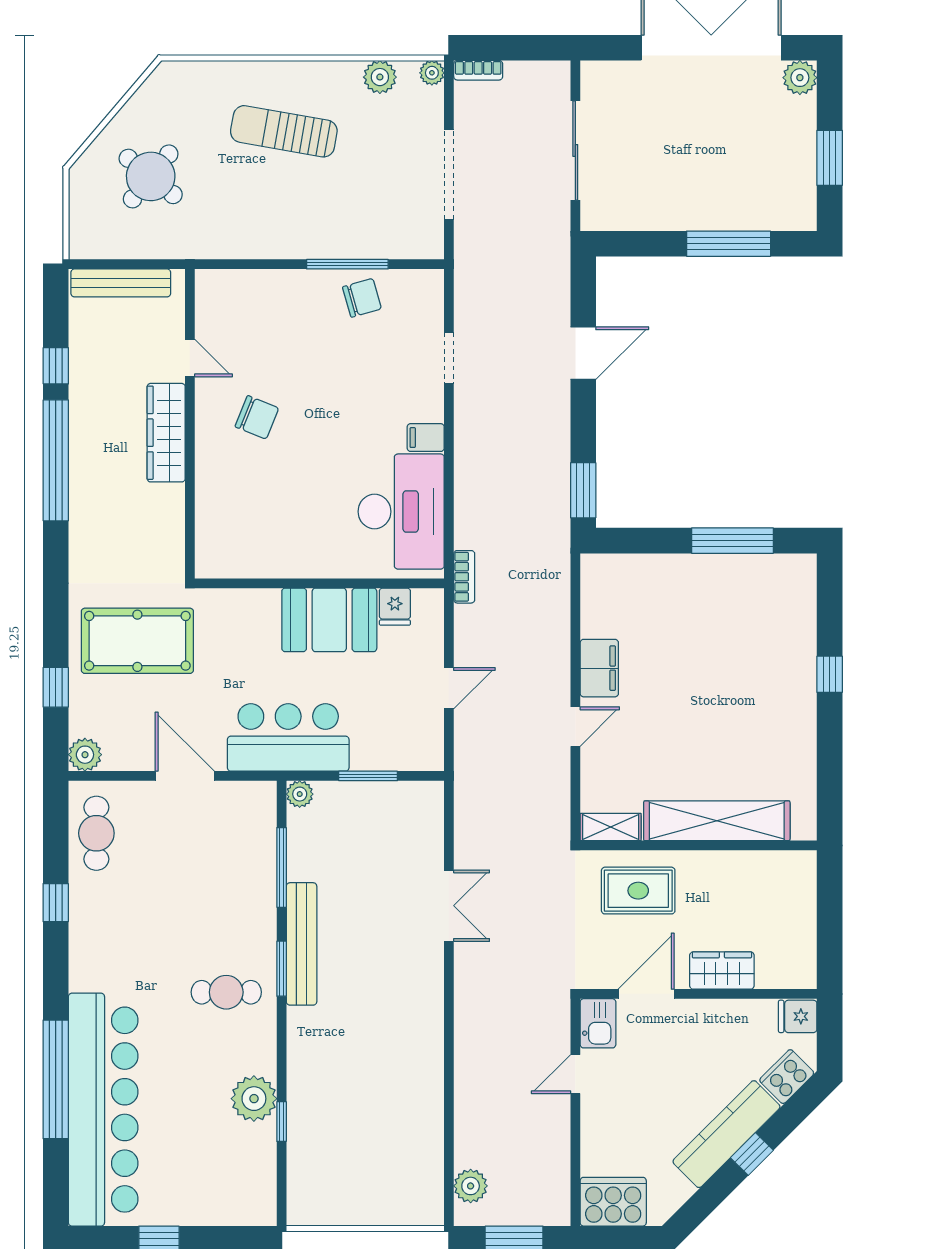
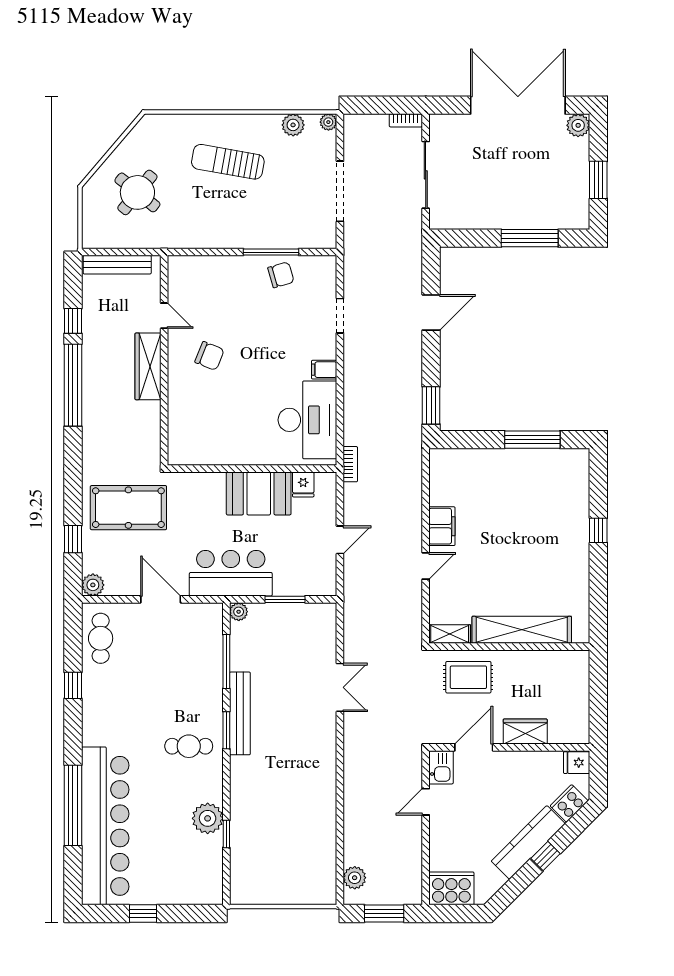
bookcase: (478, 70) -> (406, 120), moved

